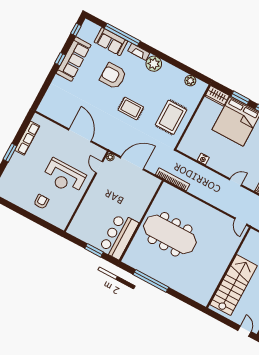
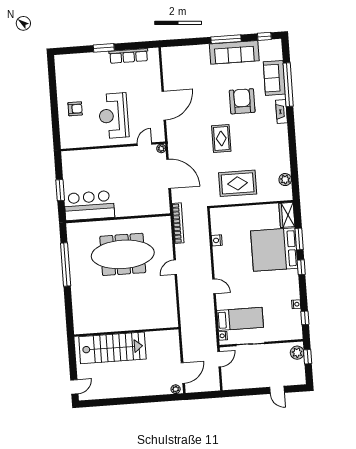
window: (60, 59) -> (226, 39), width x2.17
plant: (154, 64) -> (279, 133), removed
door: (241, 222) -> (175, 267), moved
meeting table: (170, 234) -> (123, 254), turned 90

